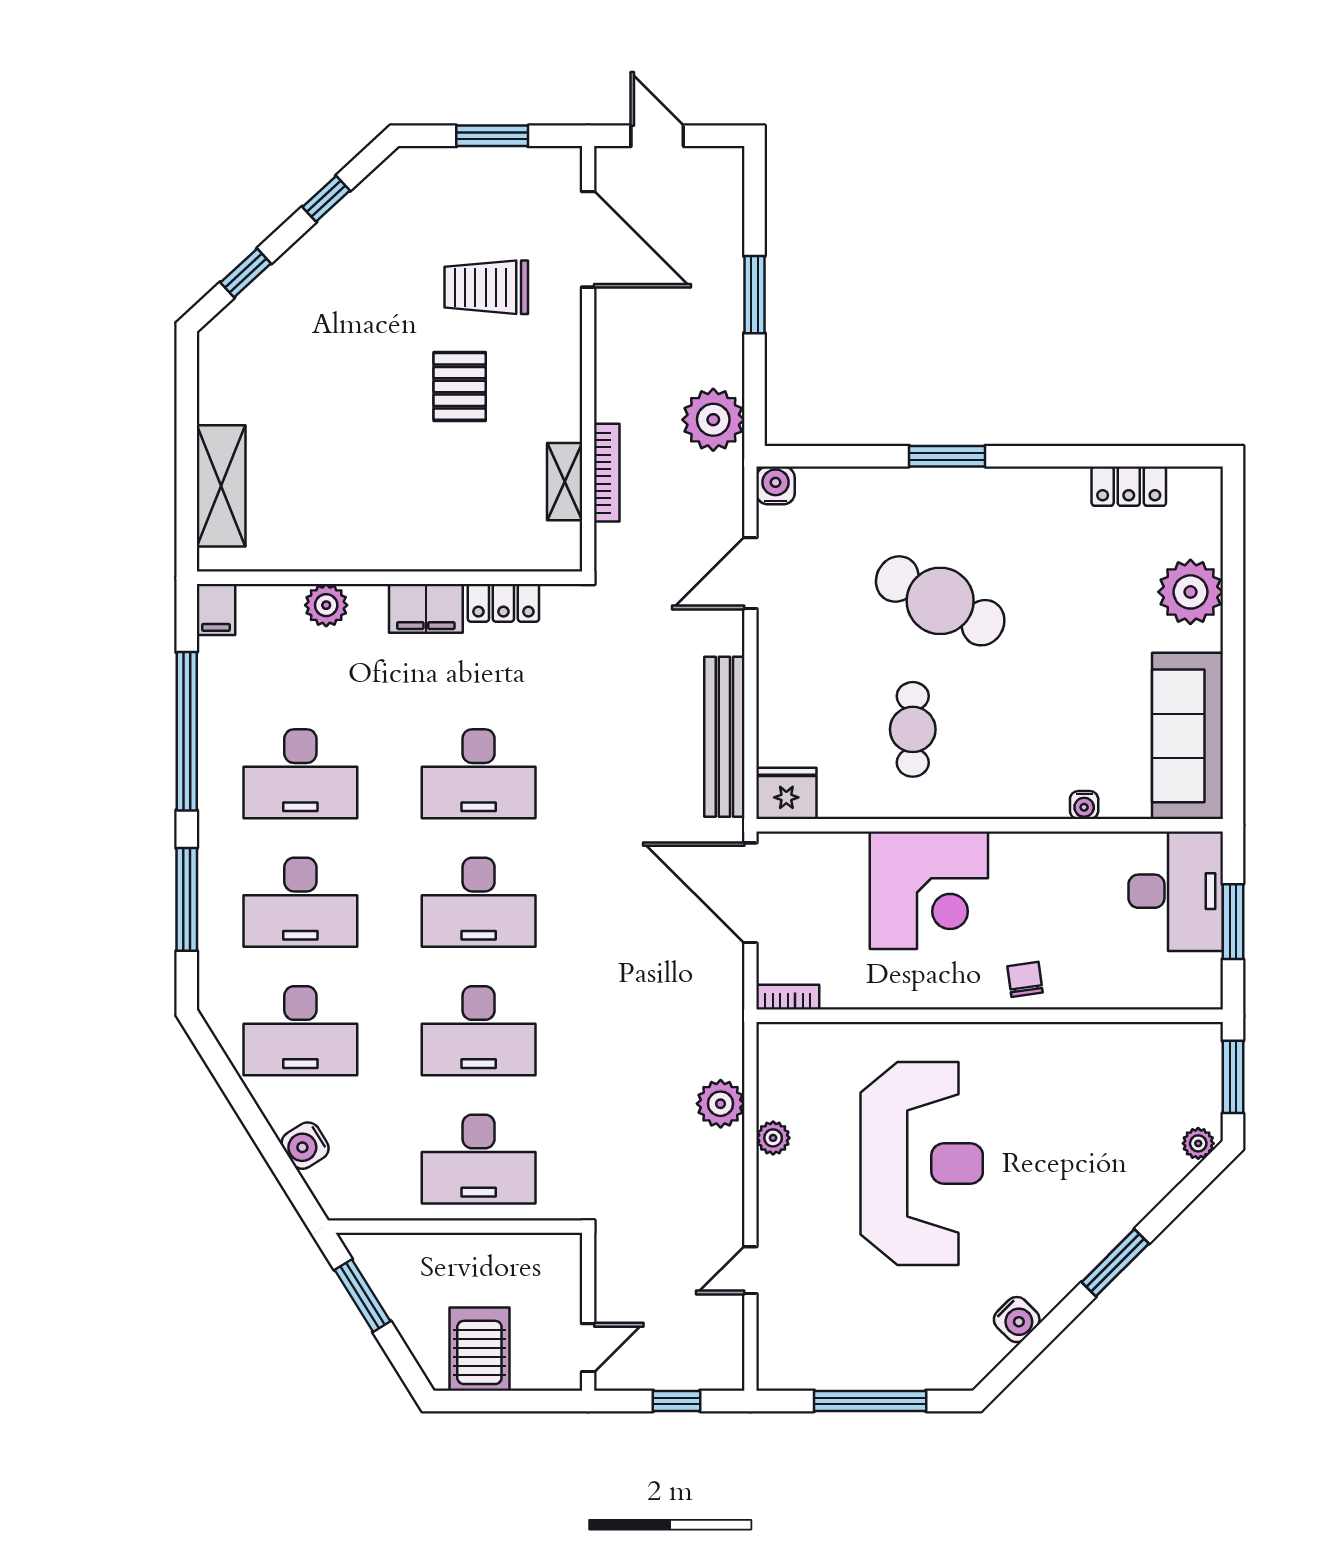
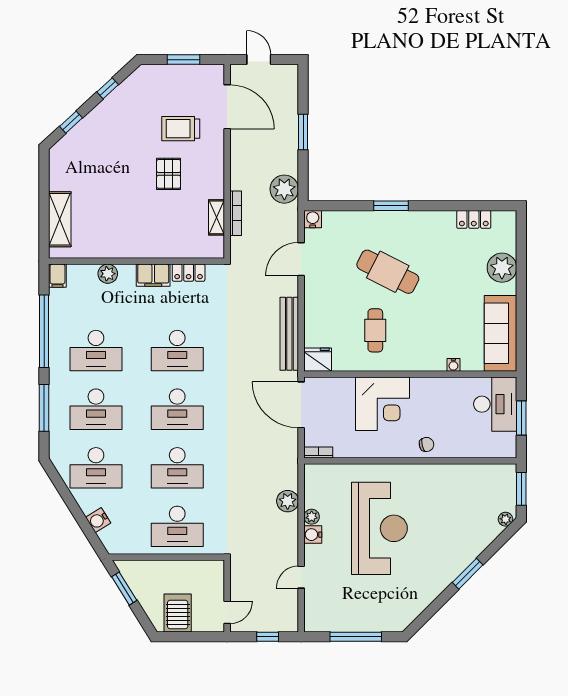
chair: (1025, 979) -> (426, 444), turned 85
water cooler: (1017, 1320) -> (313, 535), moved, turned 135

